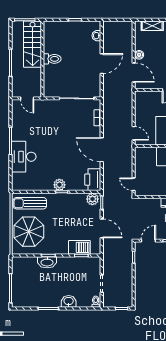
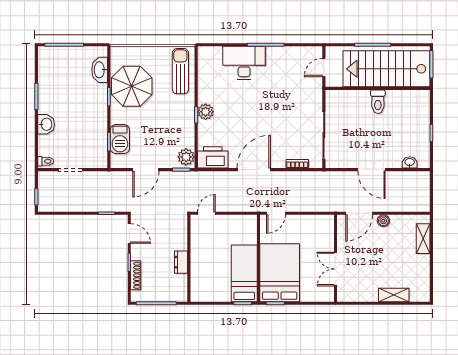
stairs: (33, 44) -> (386, 69), width x1.36, depth x1.51
parasol: (29, 232) -> (132, 86), moved
washbasin: (47, 262) -> (100, 70), moved

